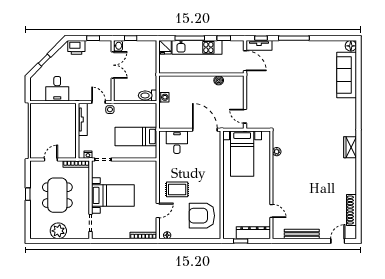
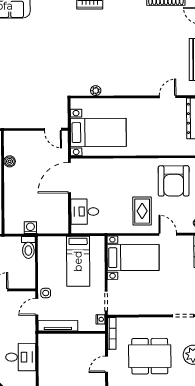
door: (245, 116) -> (53, 129), hinge flipped
door: (51, 159) -> (107, 364), hinge flipped
bed with nightstands: (113, 195) -> (133, 258), moved, turned 90

